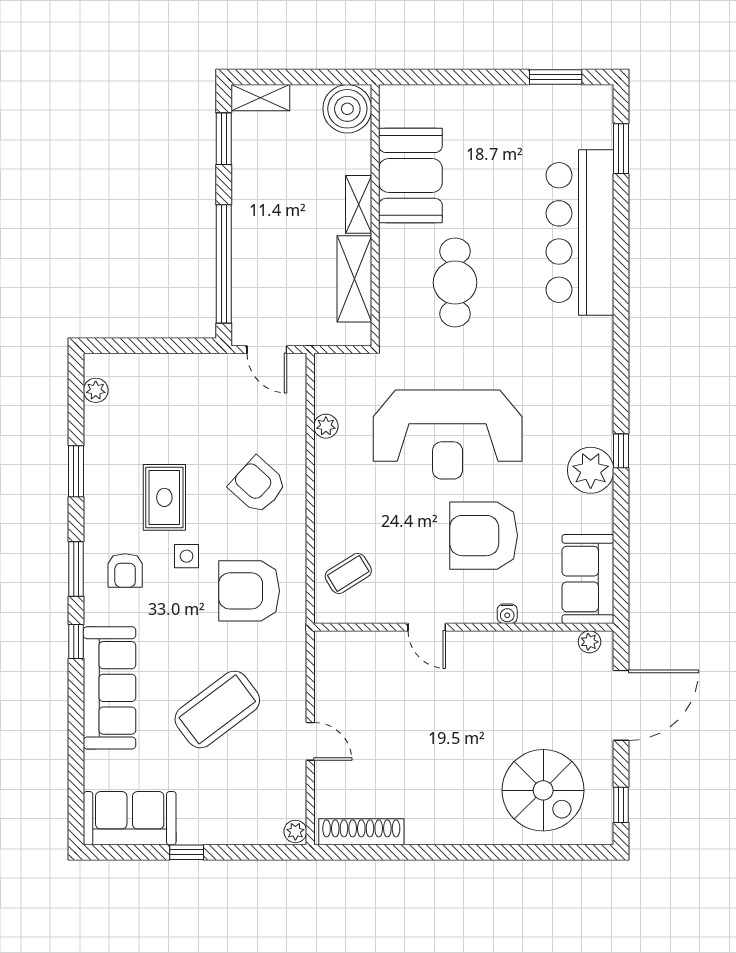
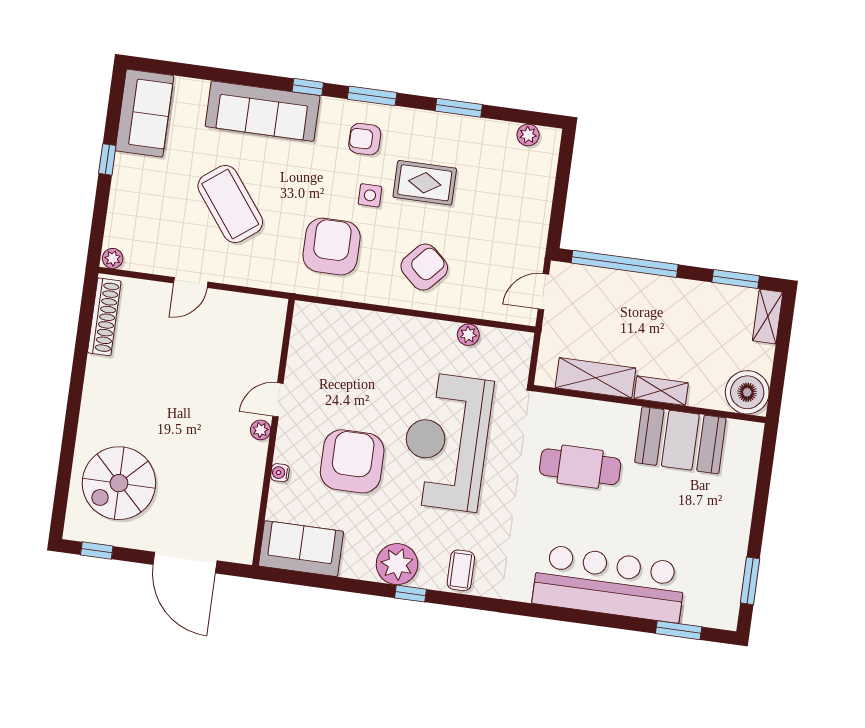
coffee table: (348, 573) -> (461, 570), moved, turned 32
plant: (590, 642) -> (260, 430), moved

